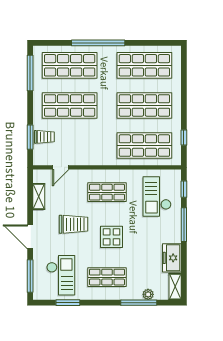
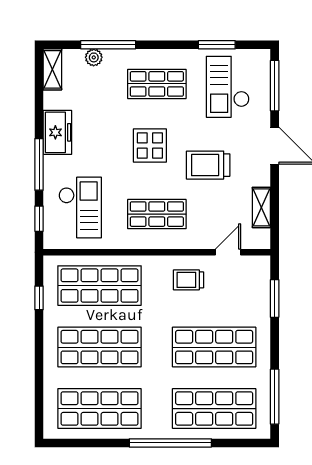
trolley: (44, 137) -> (188, 280), moved
freezer: (172, 258) -> (57, 132), moved

